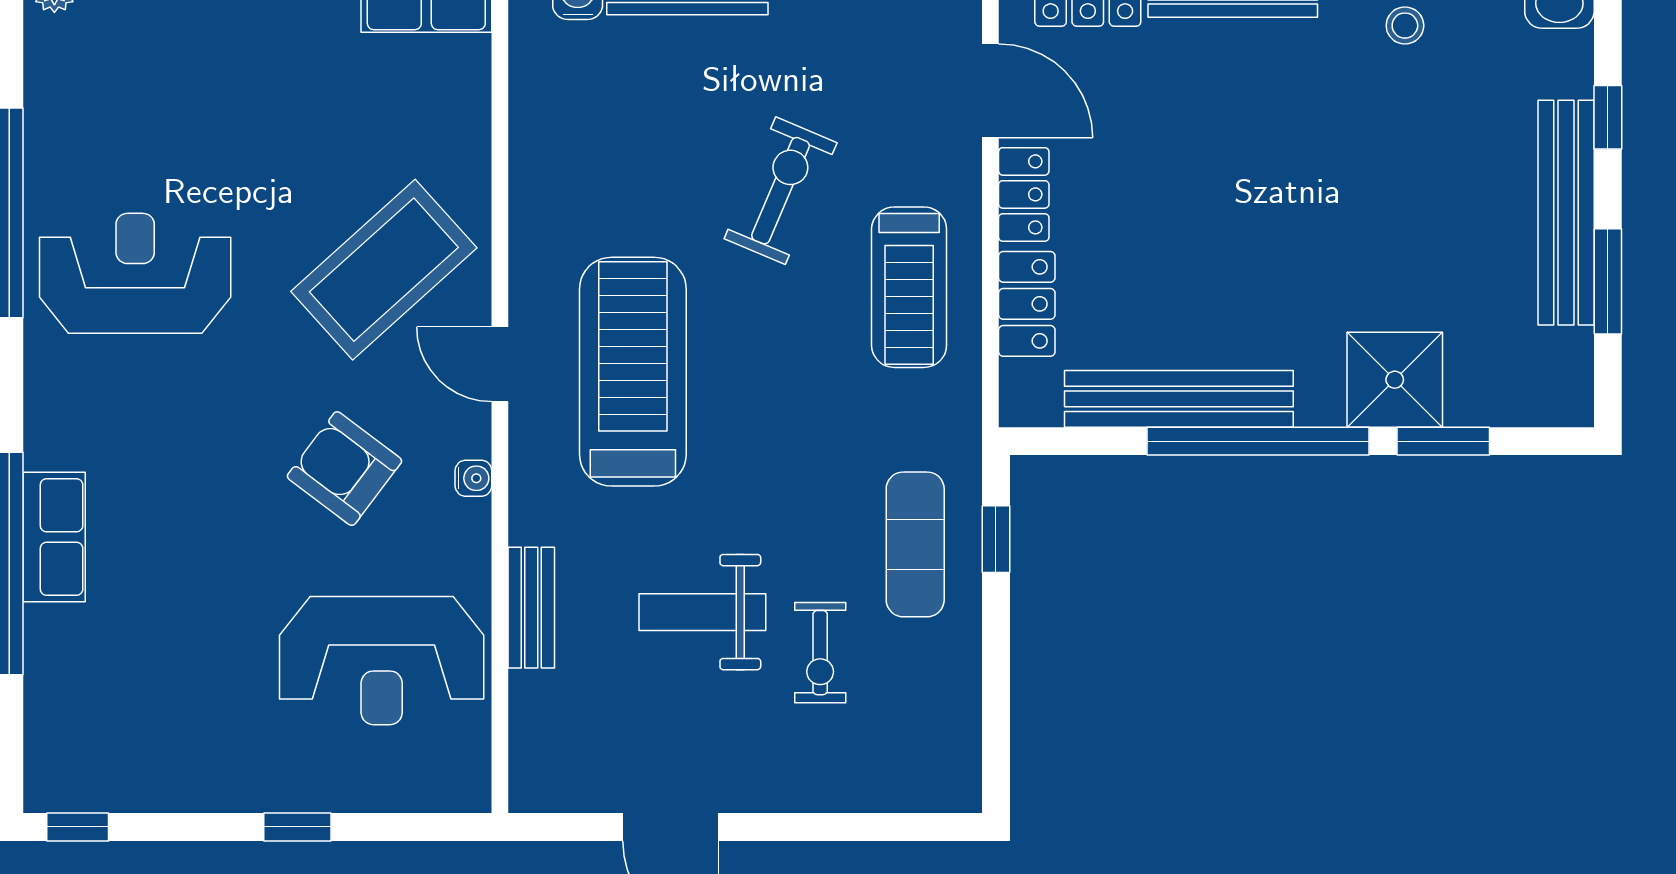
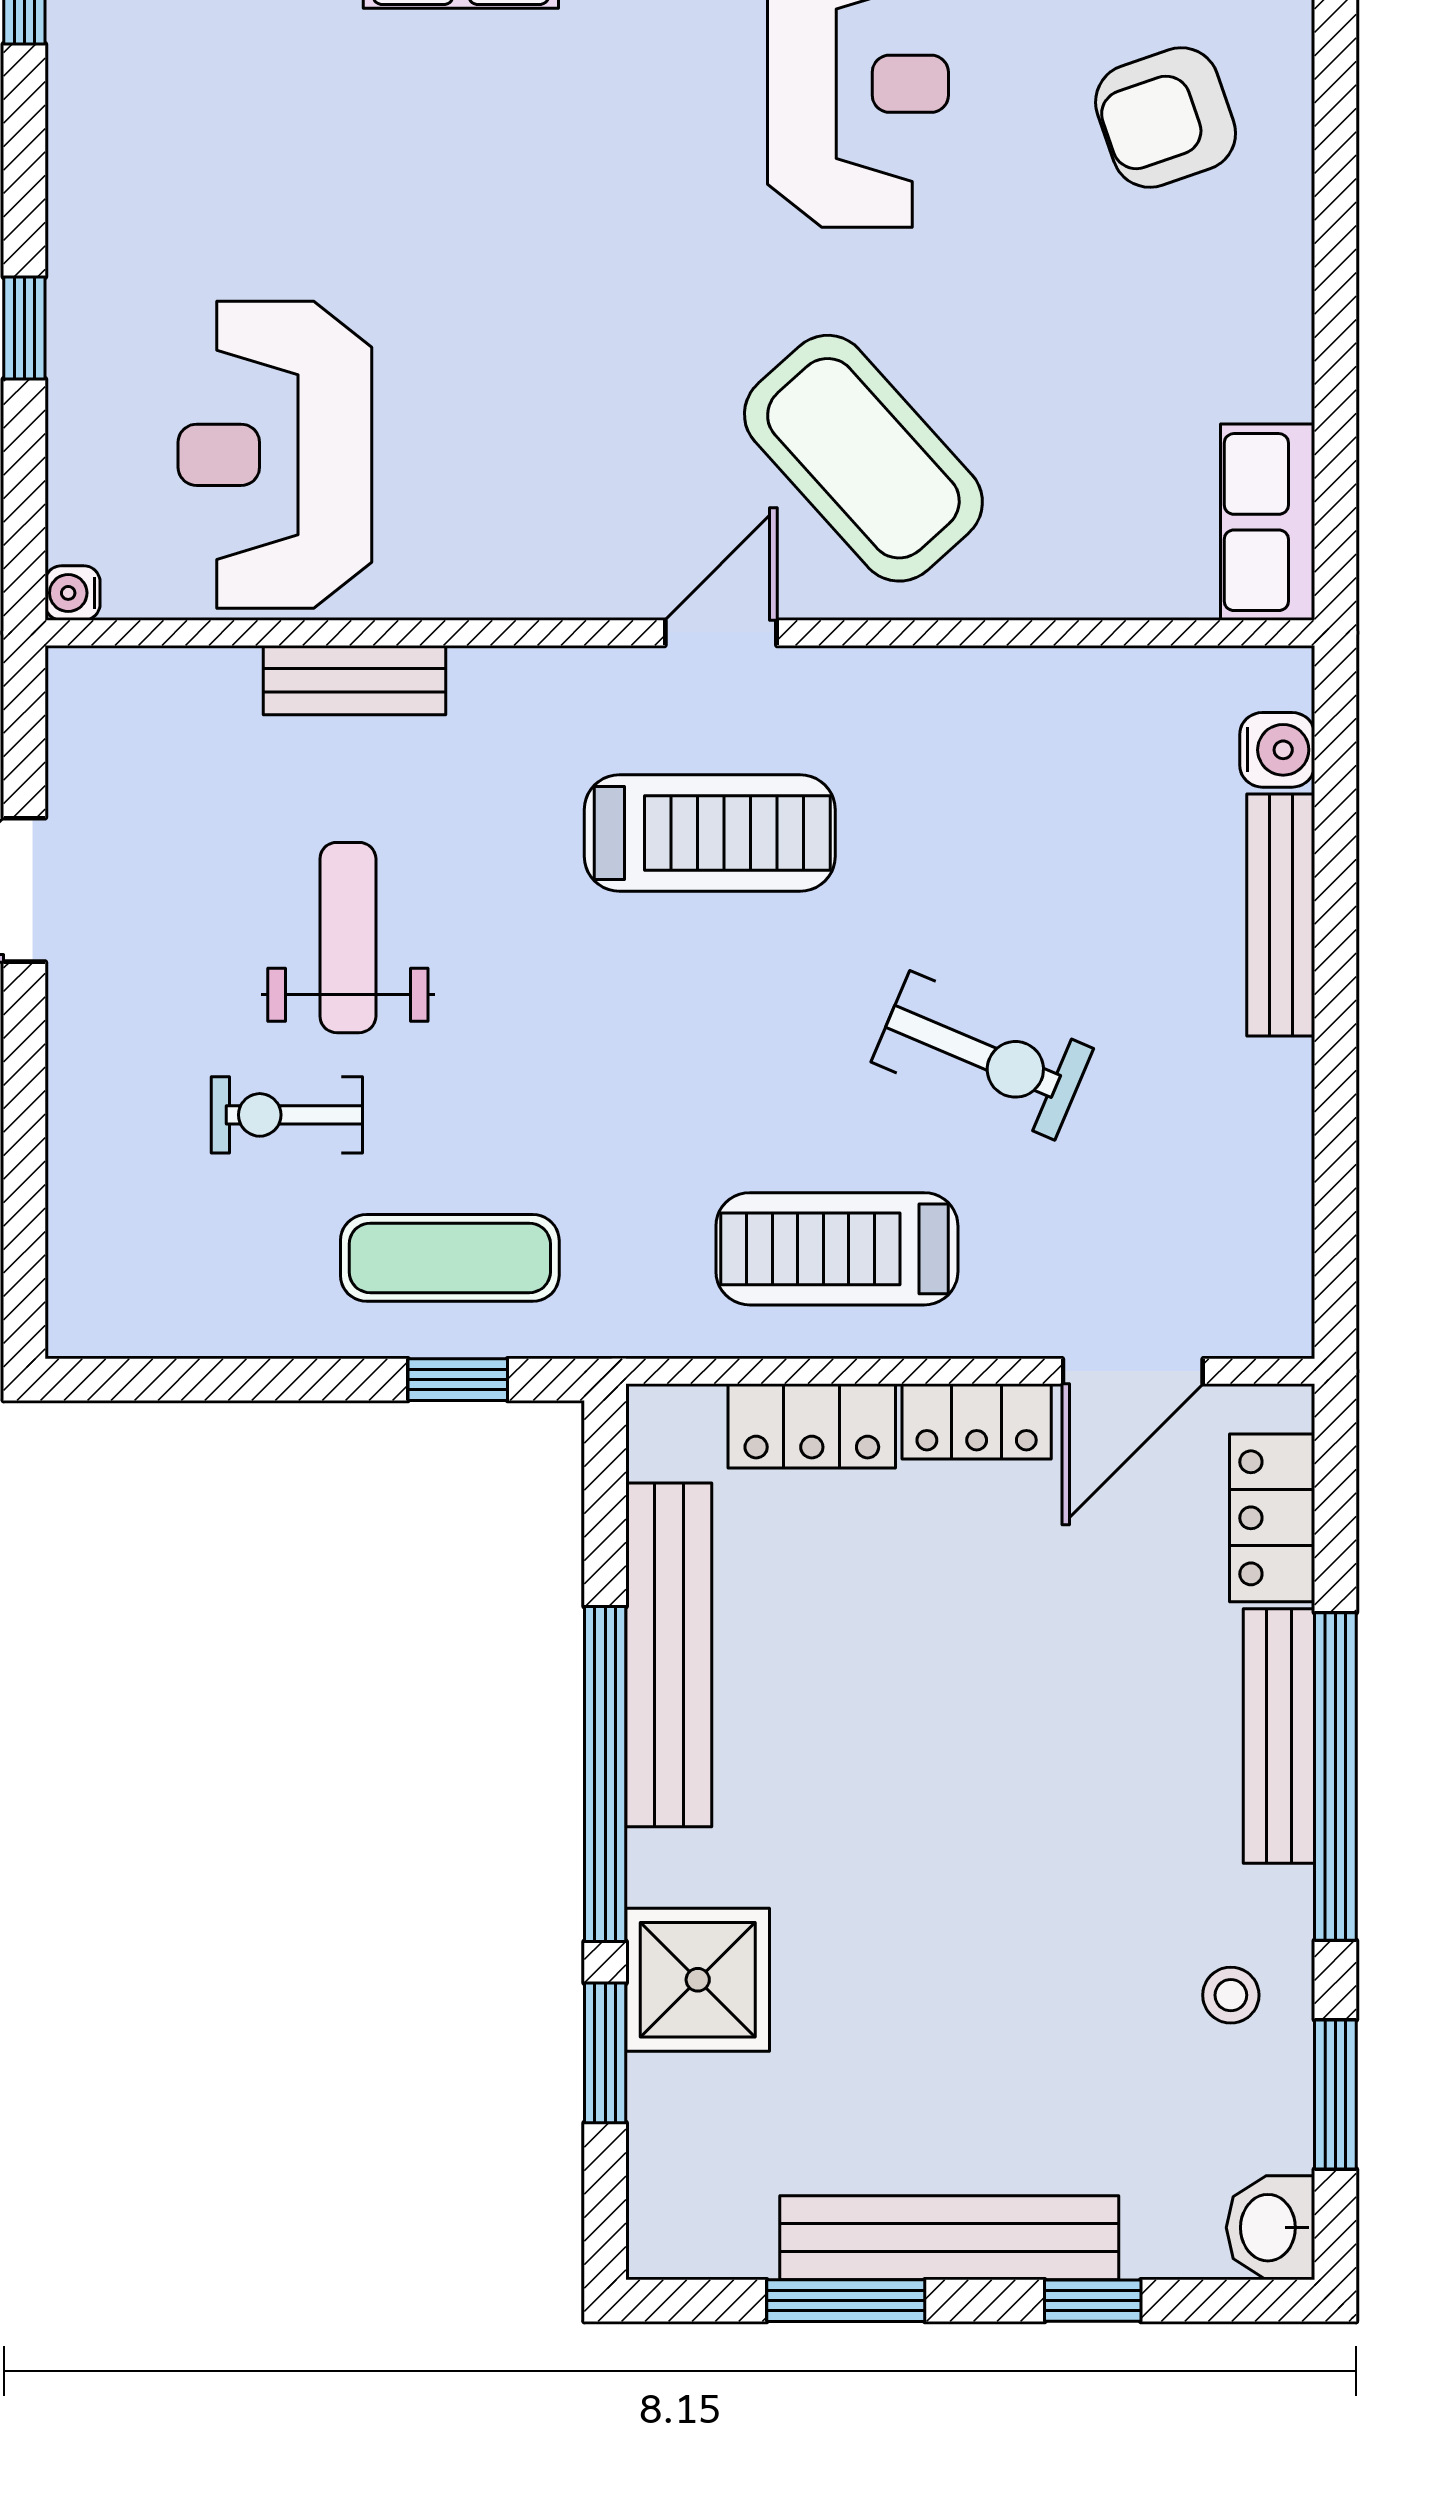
treadmill: (633, 372) -> (710, 833), width x0.73, depth x0.73
armchair: (344, 469) -> (1166, 118), moved, turned -146
water cooler: (473, 478) -> (73, 593), moved, turned 90

